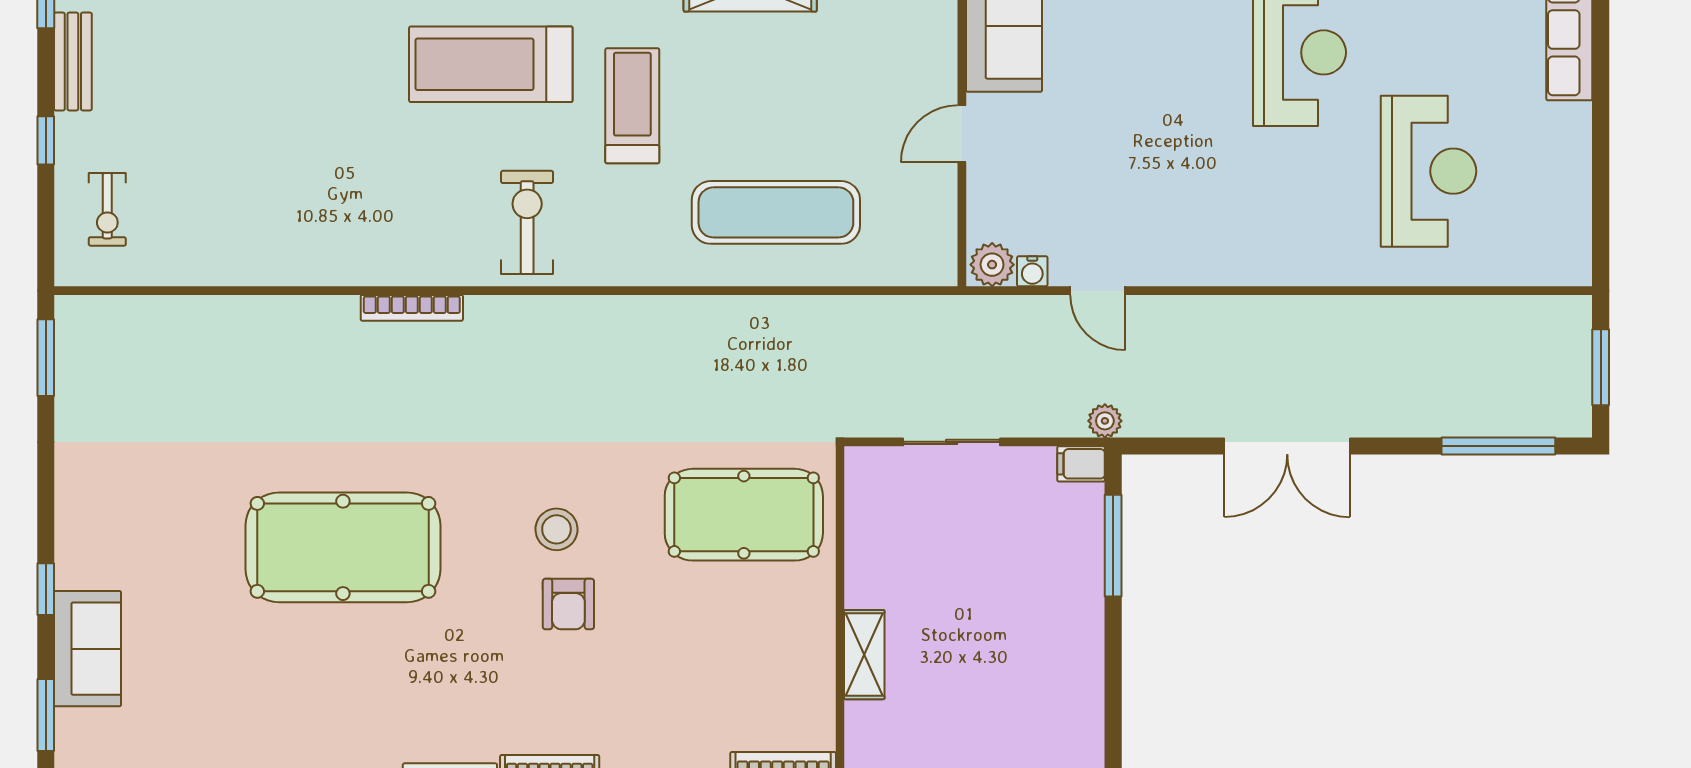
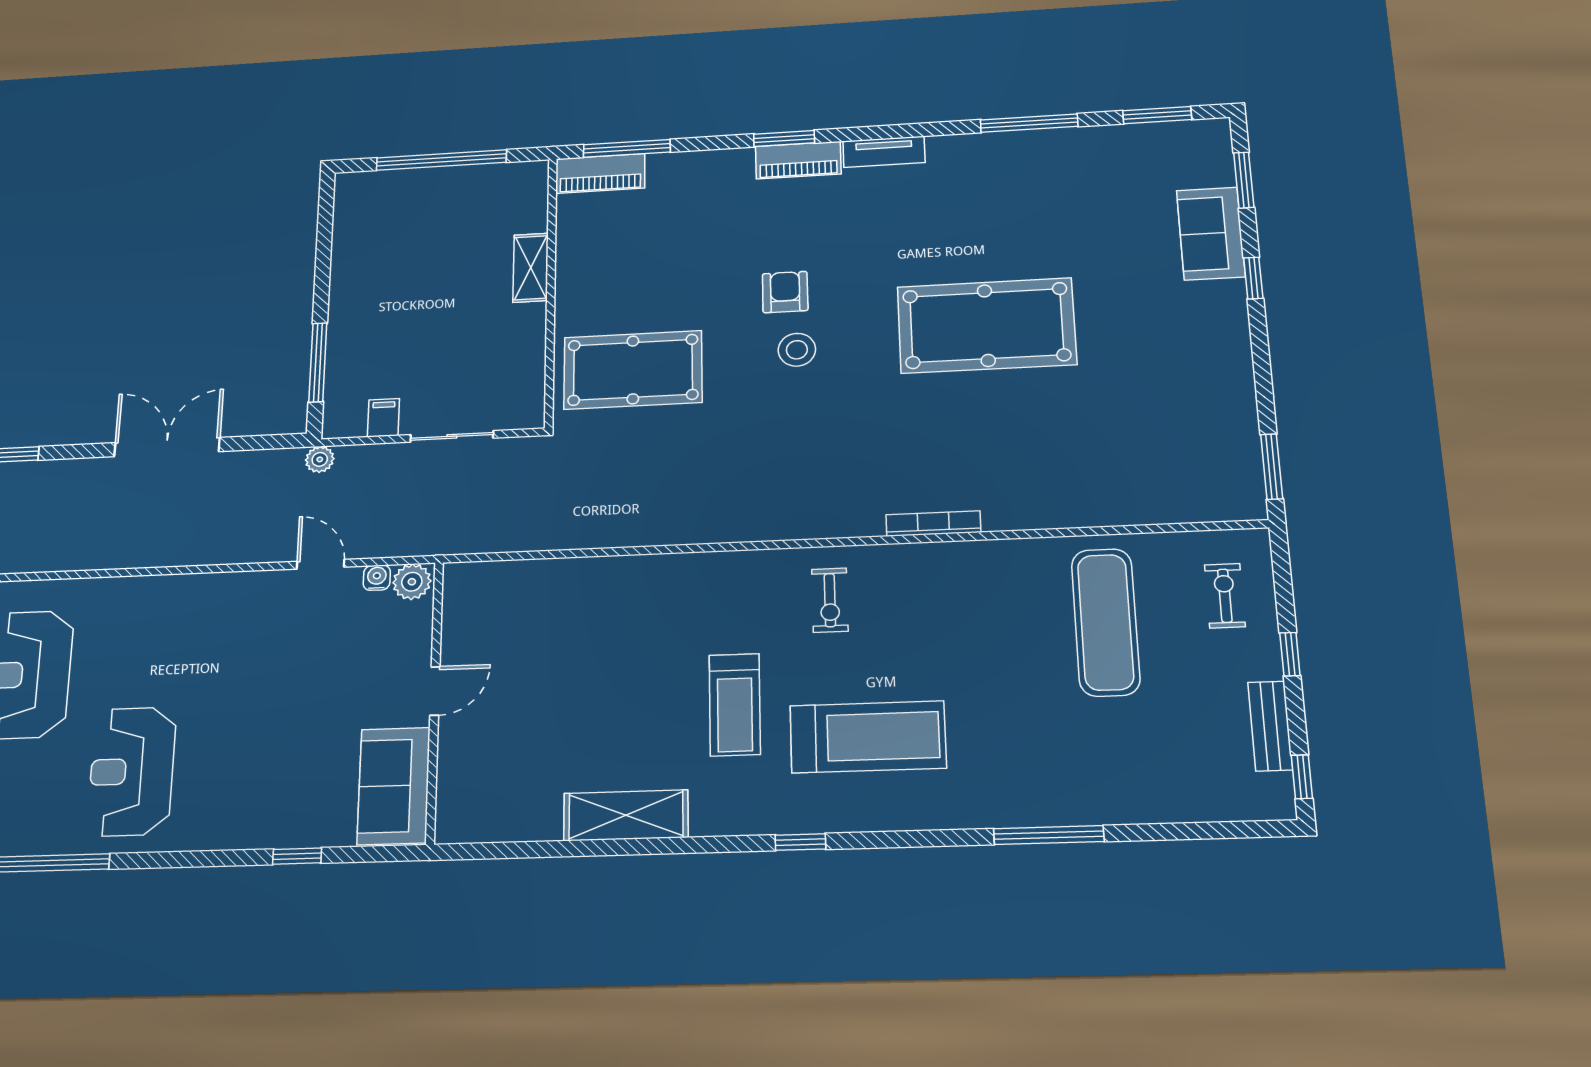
exercise mat: (776, 212) -> (1106, 622), moved, turned 90
exercise bike: (527, 222) -> (830, 600), width x0.73, depth x0.72
filing cabinet: (1081, 464) -> (383, 418), moved, turned -90

